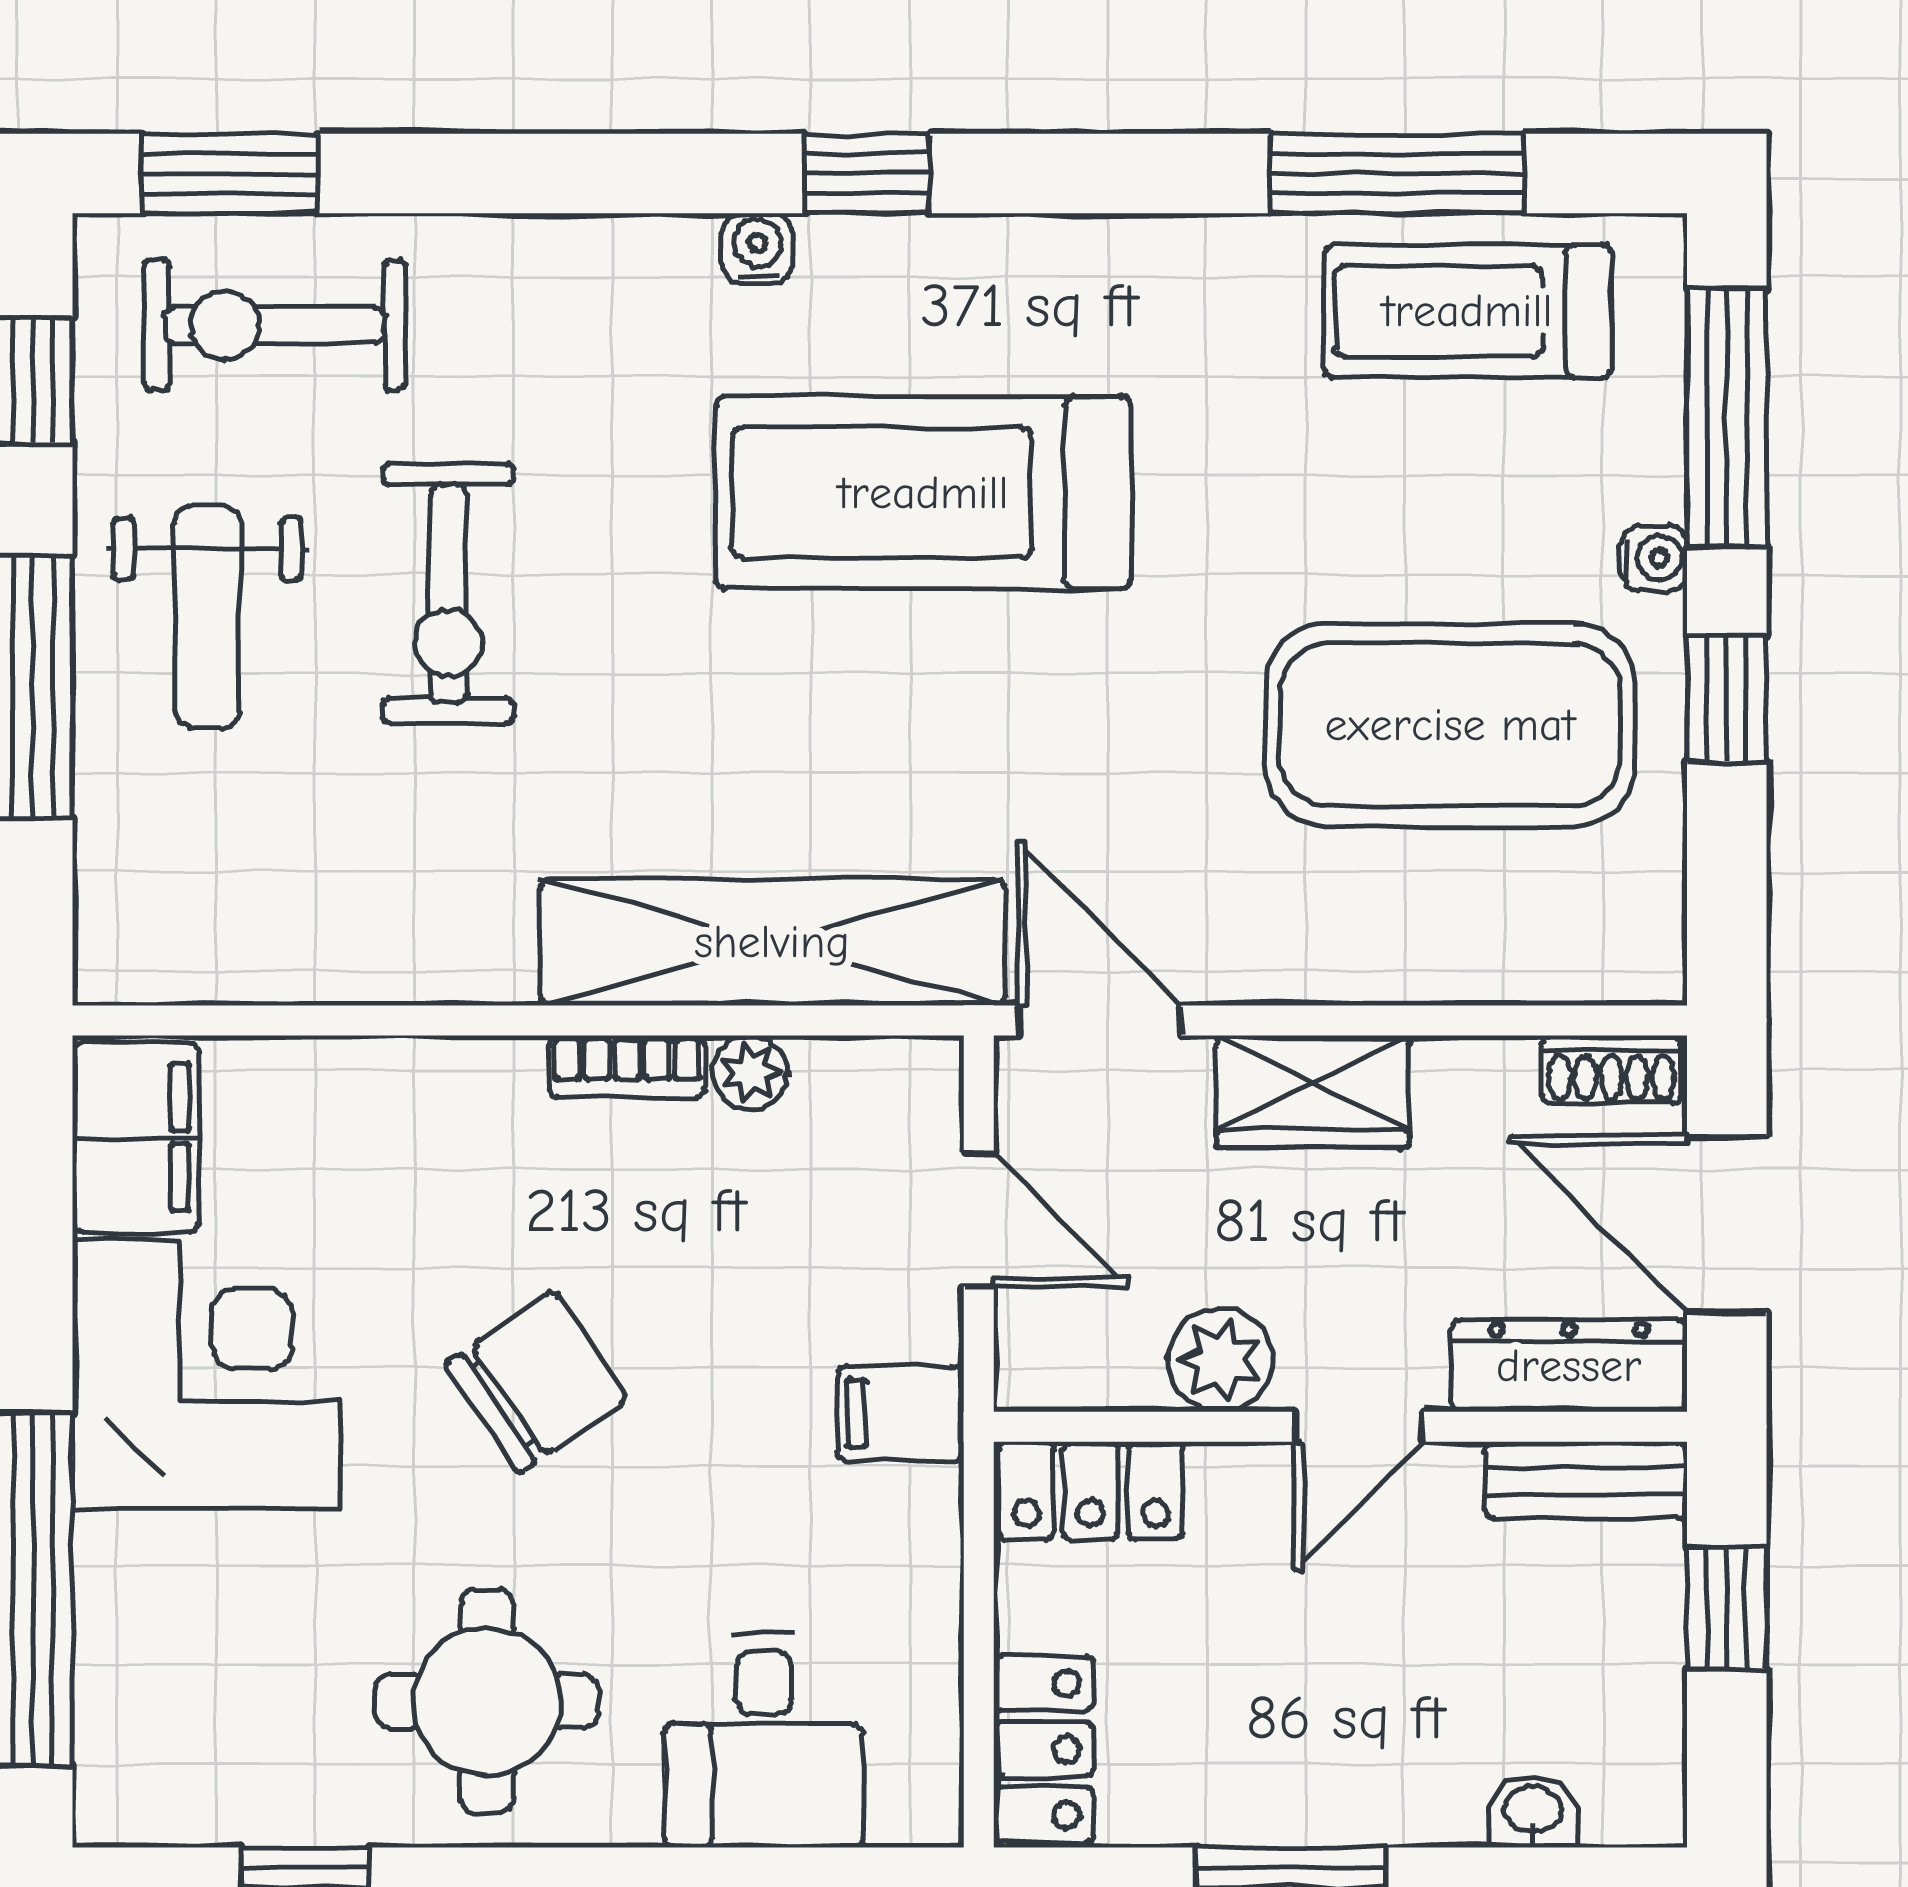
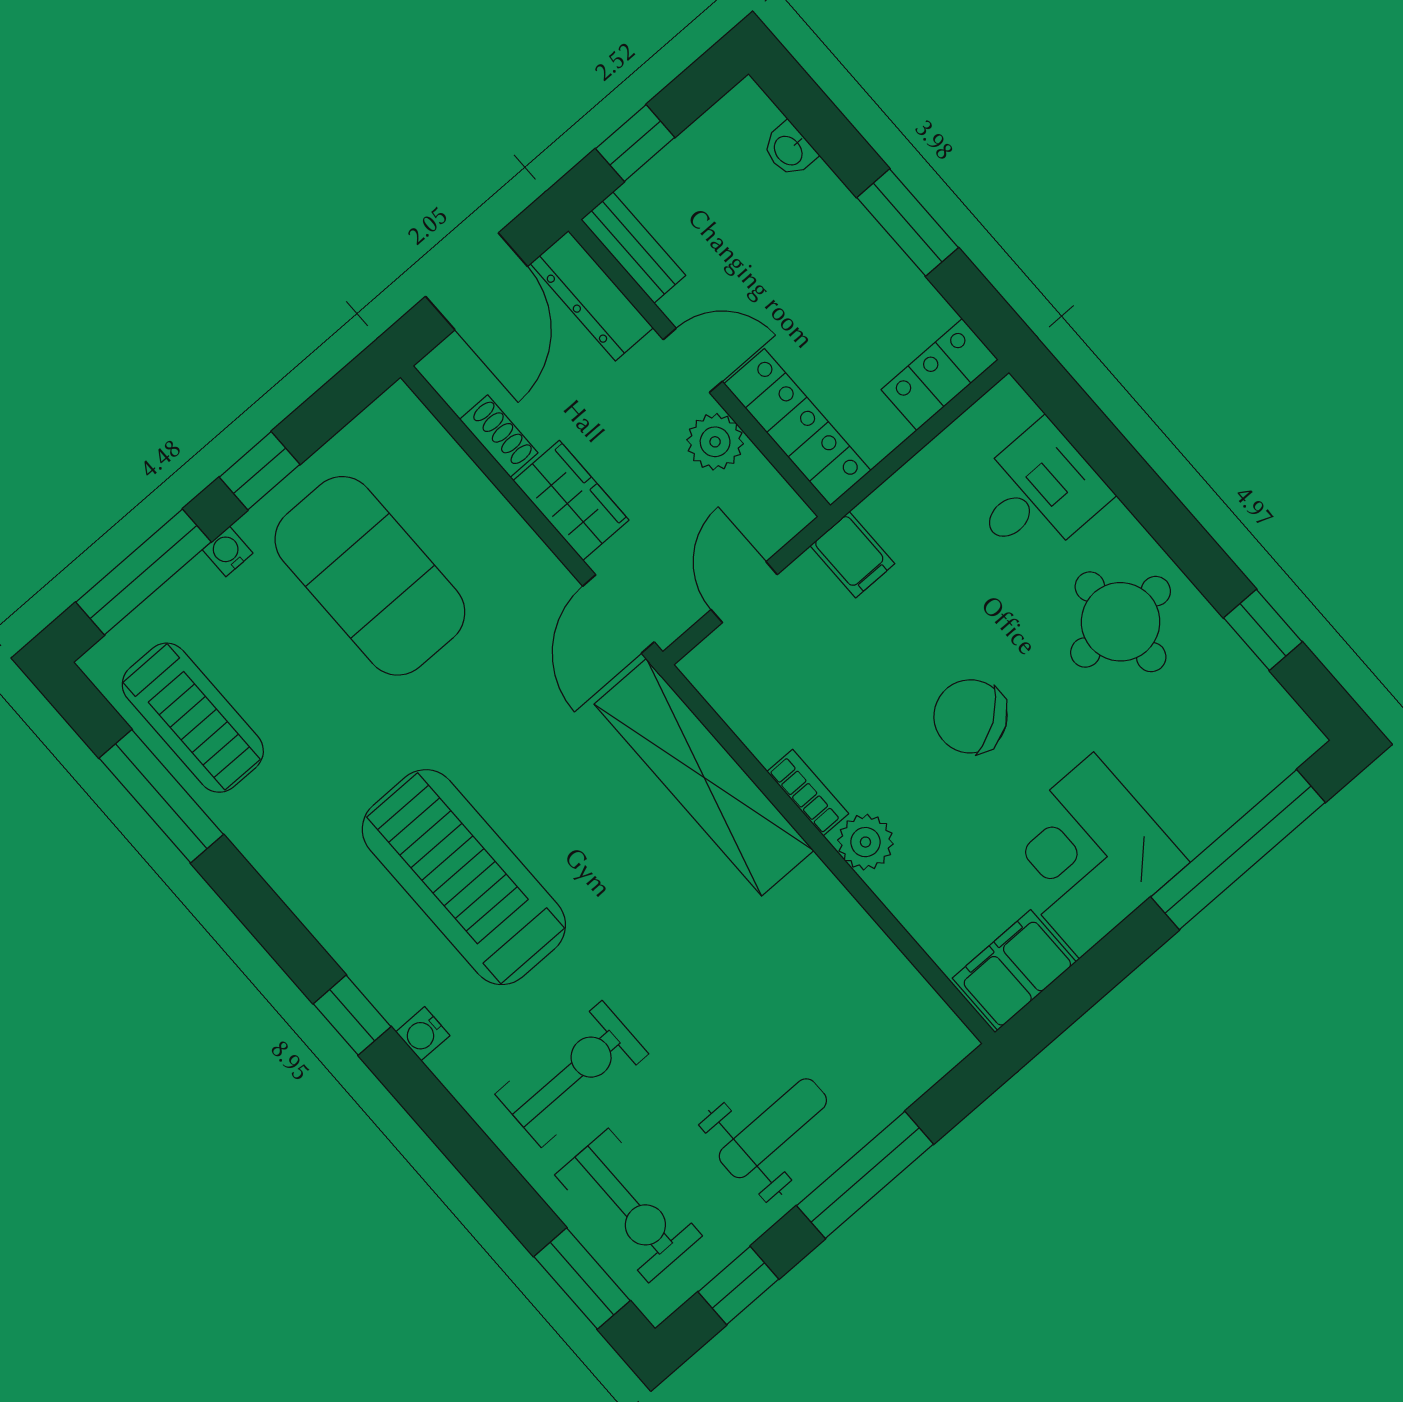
treadmill: (923, 493) -> (464, 877), turned 180
exercise bike: (448, 594) -> (572, 1074), moved
shoe rack: (1611, 1069) -> (499, 436), moved
plant: (750, 1073) -> (865, 842), moved, width x1.38, depth x1.38
locker: (1091, 1491) -> (797, 427), width x1.53

